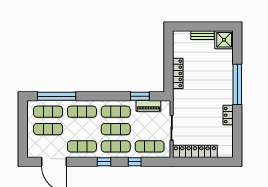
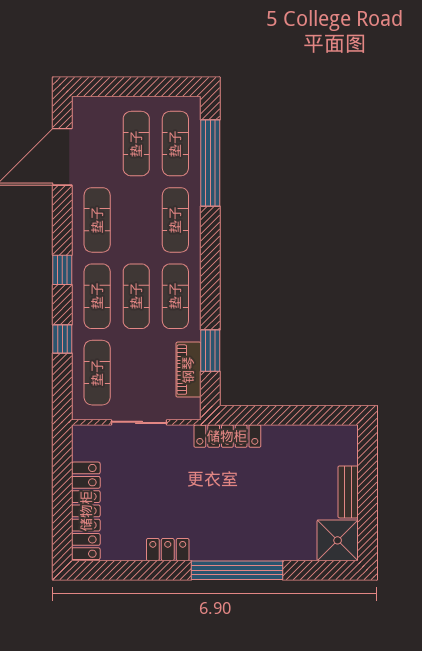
locker: (178, 73) -> (227, 436), moved
locker: (195, 151) -> (86, 511), moved

